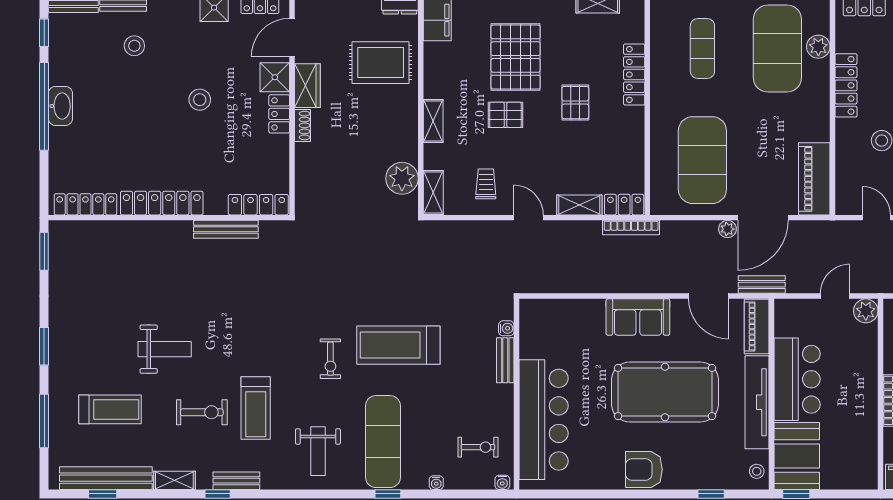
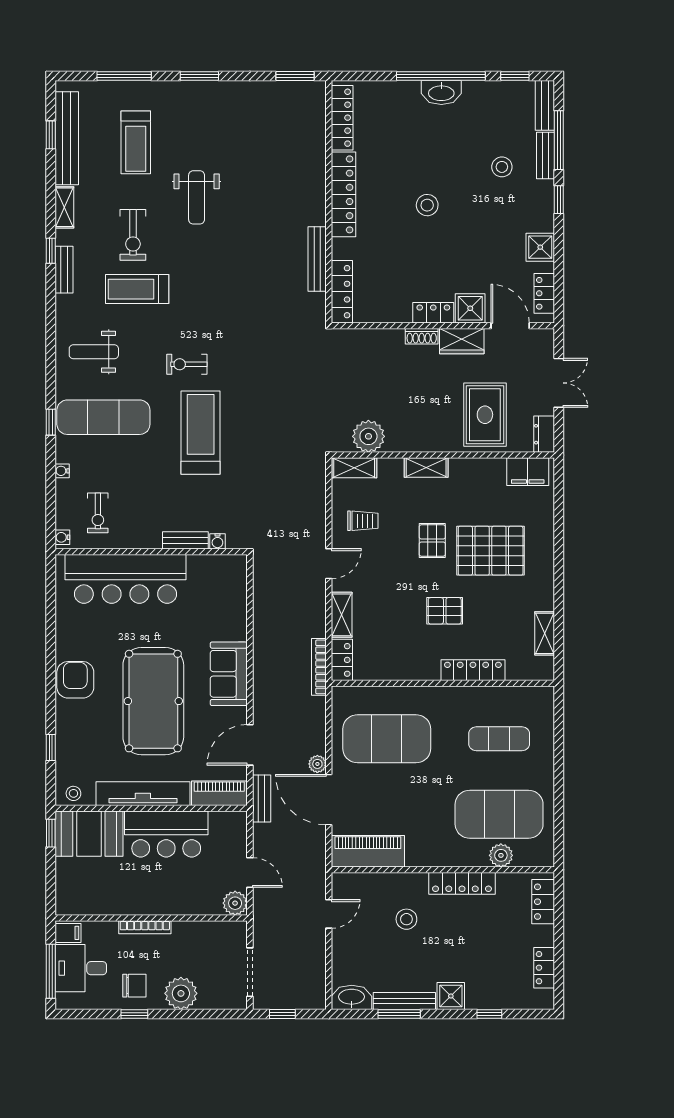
stool: (200, 100) -> (427, 205), moved

